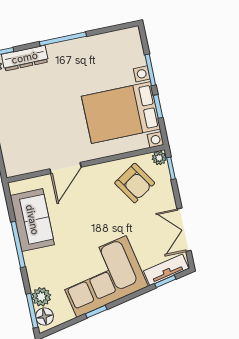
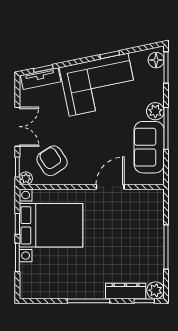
double door: (184, 230) -> (17, 127), moved
plant: (41, 297) -> (155, 111), moved

